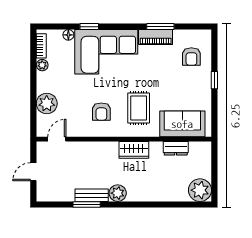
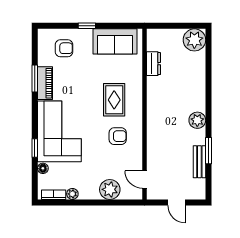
rug: (139, 108) -> (114, 100), turned 90
sofa: (182, 124) -> (115, 41), moved, turned -90
wardrobe: (134, 150) -> (155, 104), removed
bench: (92, 195) -> (199, 162), moved

